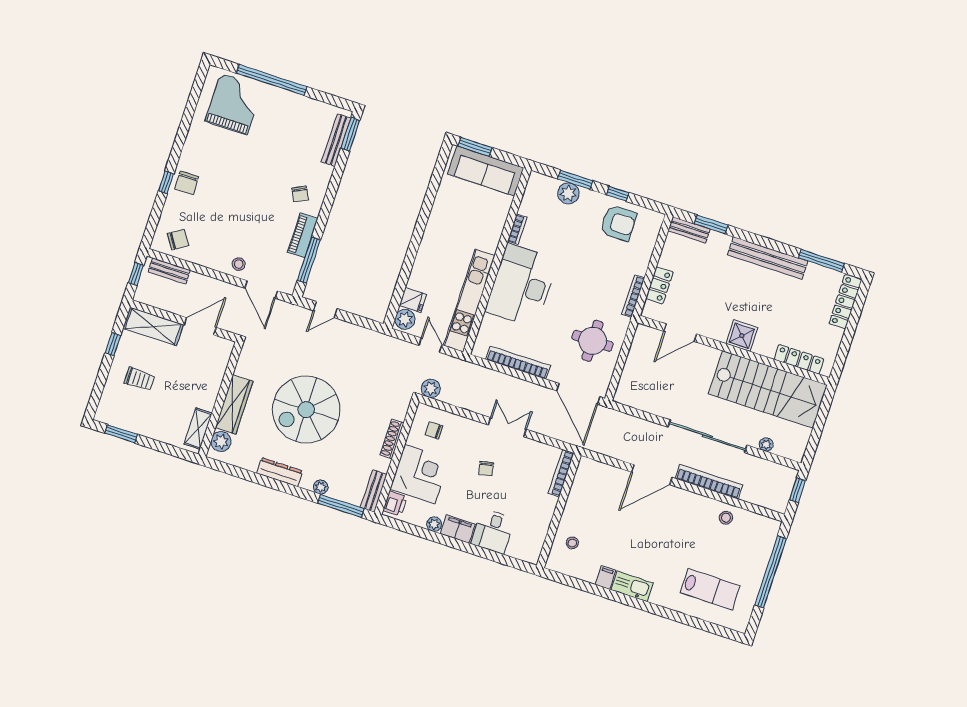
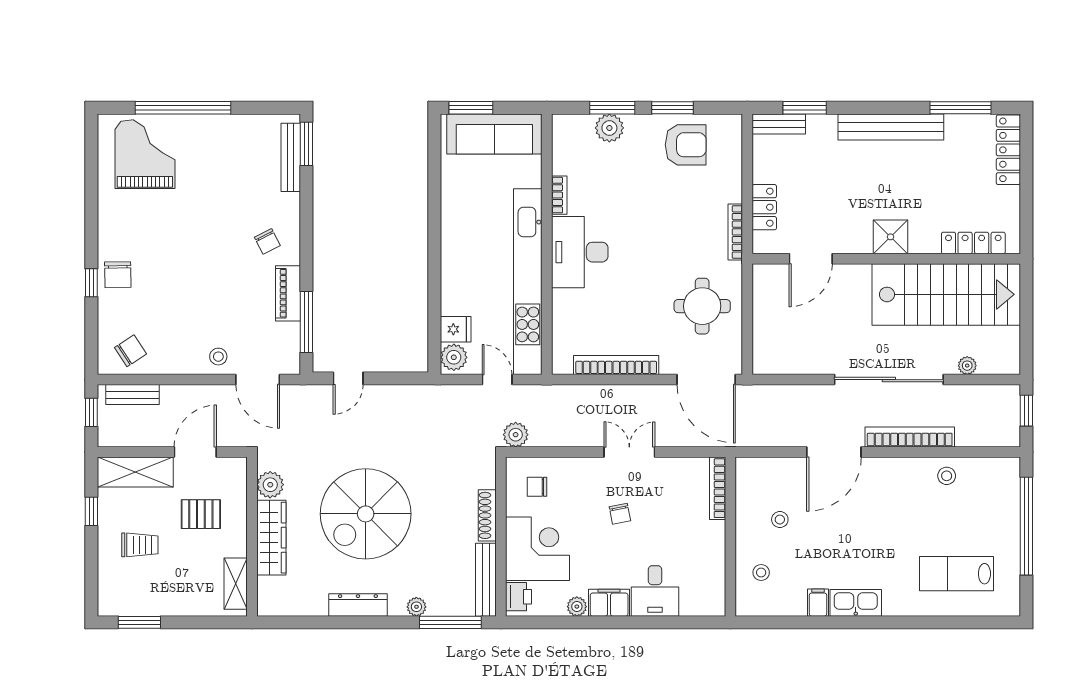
window: (618, 194) -> (673, 108), width x1.50
desk: (521, 285) -> (580, 252), width x0.73, depth x0.77
kitchen unit: (469, 301) -> (528, 282), width x1.36
pallet: (190, 371) -> (201, 514), added
plant: (221, 442) -> (270, 485), moved
bench: (374, 491) -> (486, 580), width x1.36
stool: (598, 510) -> (780, 520), added
lab bench: (710, 589) -> (956, 574), turned 180

